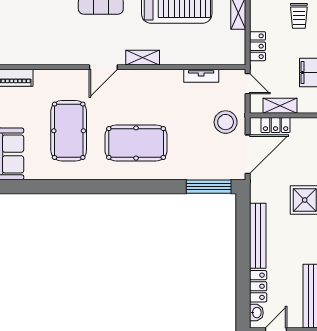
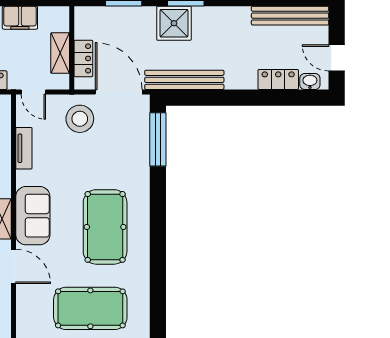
sofa: (145, 83) -> (33, 216), added
door: (248, 84) -> (33, 92), swing flipped
bench: (258, 236) -> (184, 80), moved

